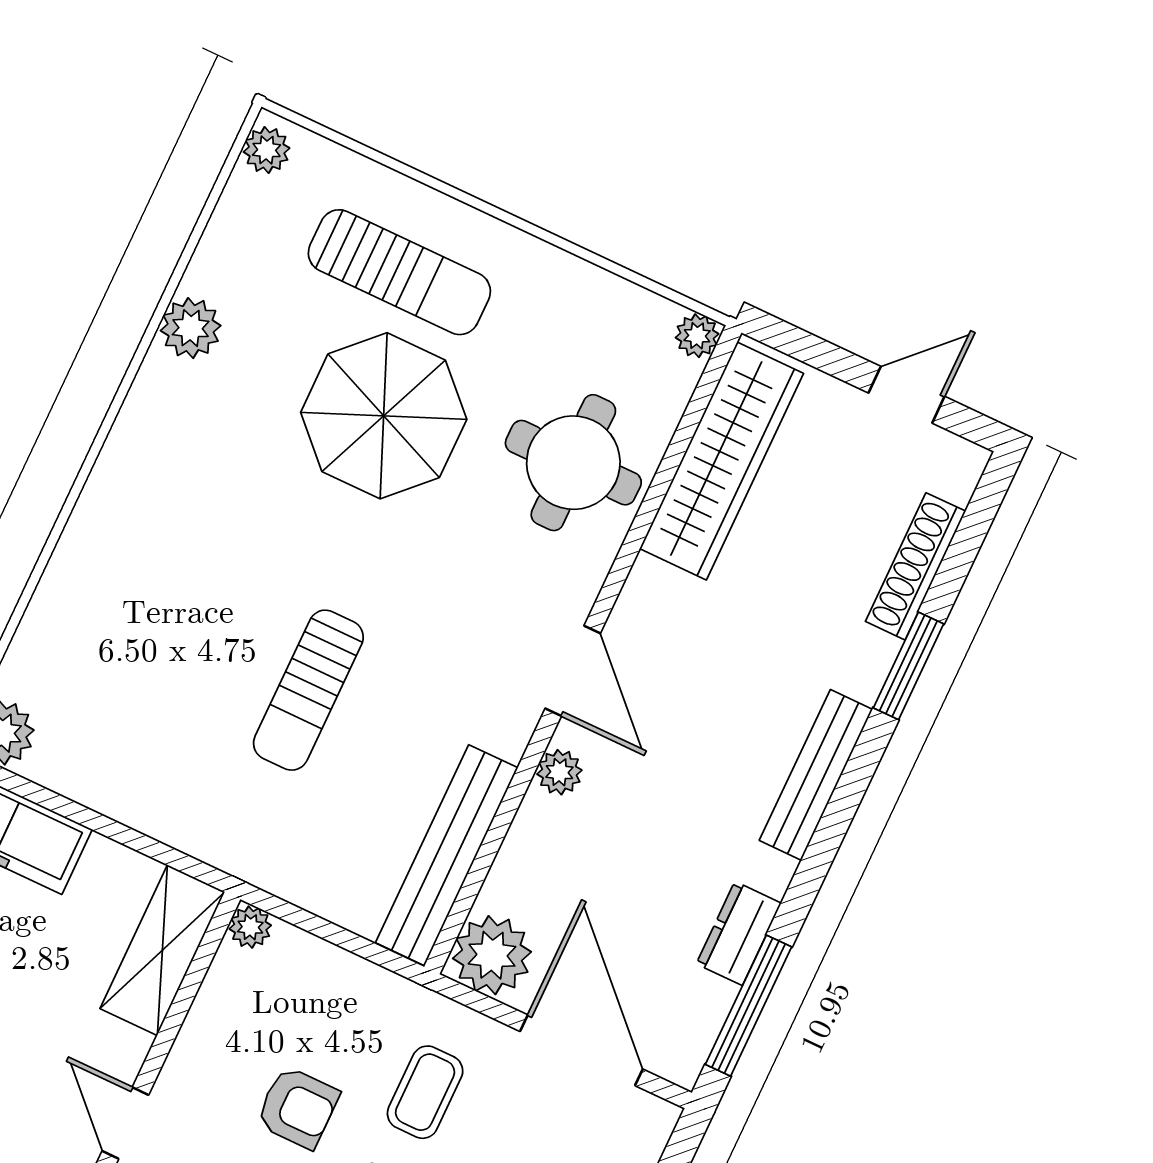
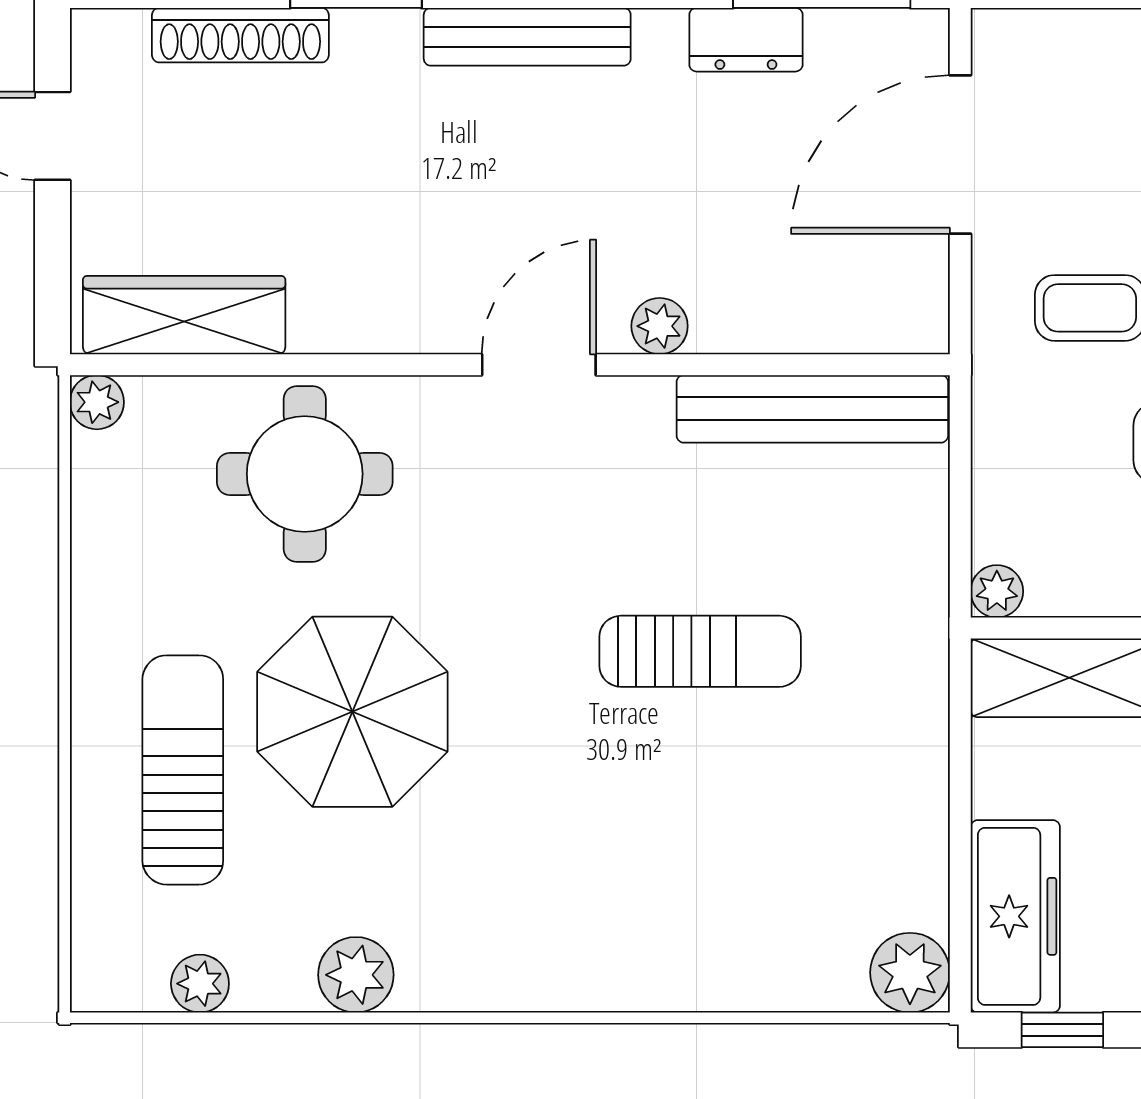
plant: (267, 150) -> (200, 984), moved
wardrobe: (722, 461) -> (184, 315), width x0.71, depth x0.85
plant: (492, 955) -> (901, 305), removed

